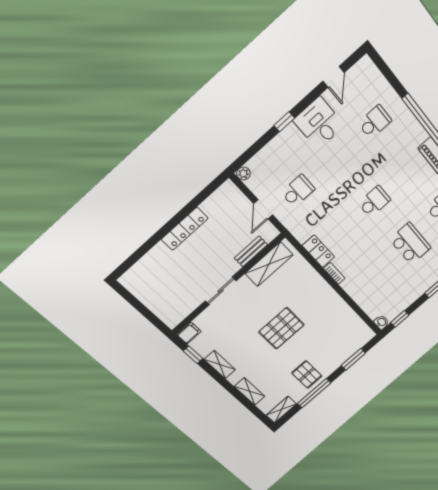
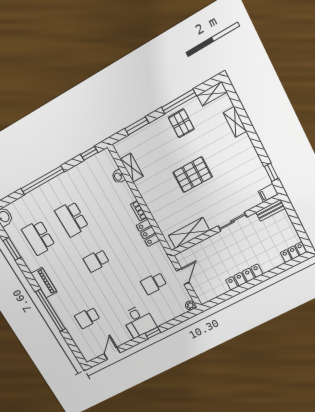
desk: (319, 123) -> (139, 321), moved
bench: (251, 251) -> (270, 210), moved
locker: (133, 275) -> (293, 252), added
washbasin: (381, 322) -> (118, 177), moved
shelving: (220, 364) -> (132, 168), moved

